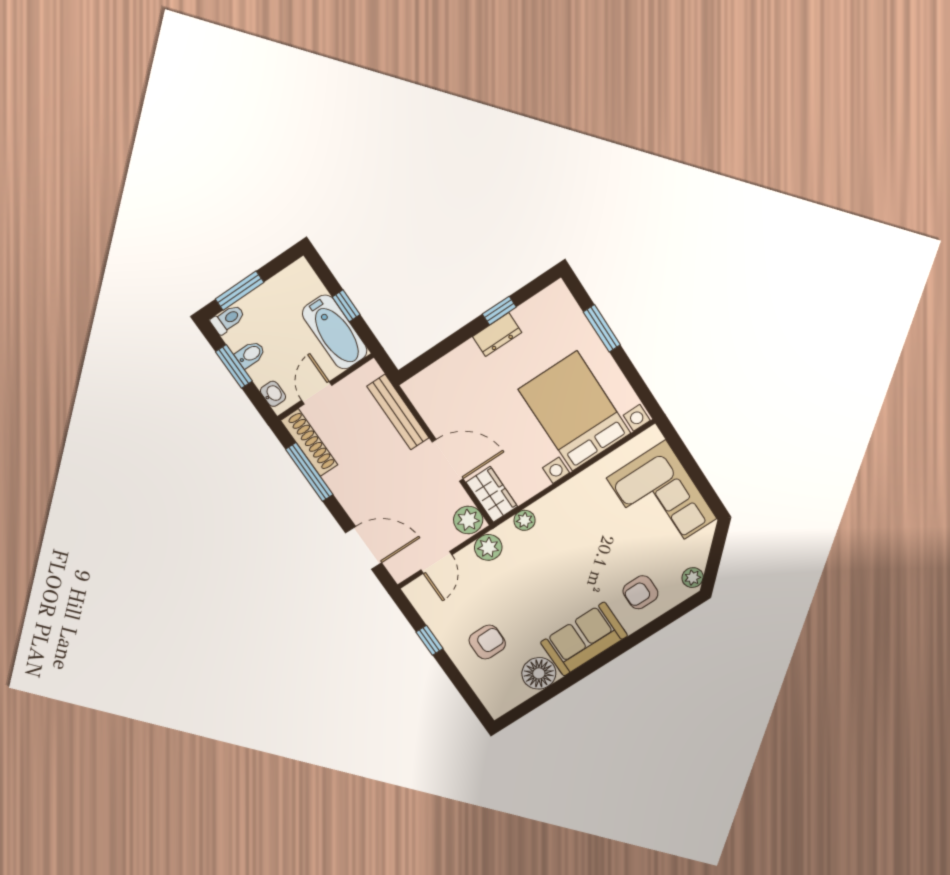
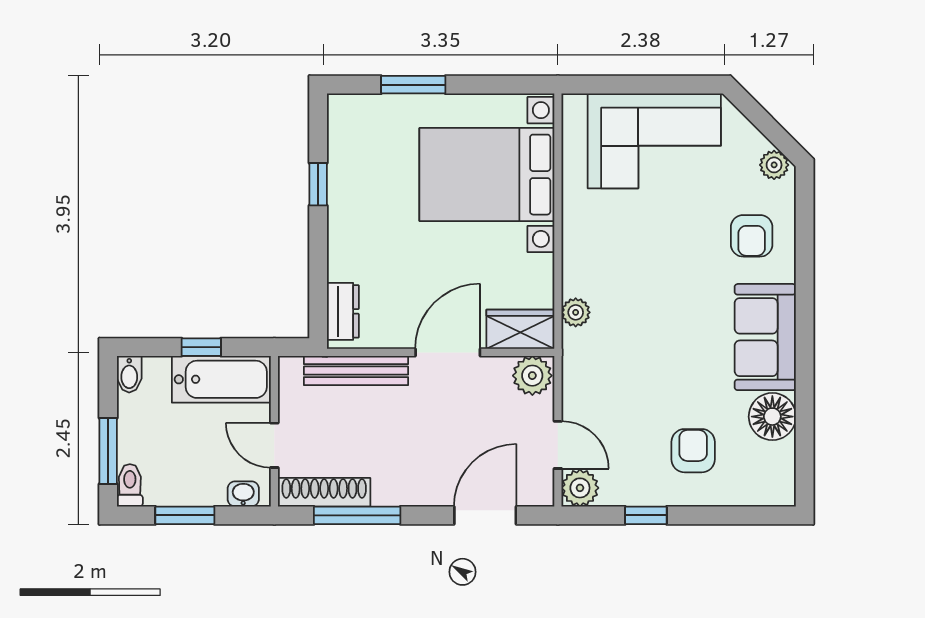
dresser: (497, 335) -> (343, 311), moved
bidet: (250, 354) -> (129, 374), moved, turned 180
plant: (488, 547) -> (580, 488), moved

